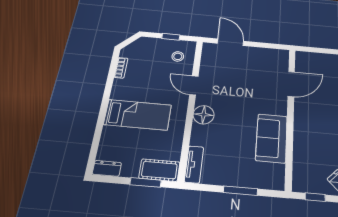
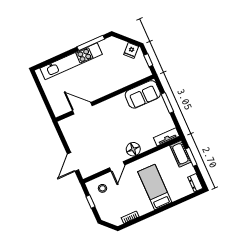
sofa: (272, 138) -> (143, 94), moved

